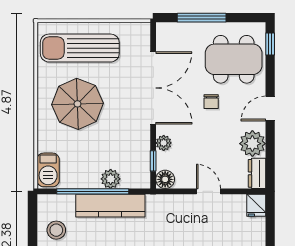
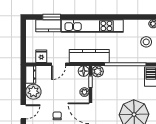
plant: (111, 179) -> (98, 71), moved
door: (209, 191) -> (59, 64), hinge flipped
fridge: (256, 205) -> (41, 56), moved
kitchen counter: (110, 206) -> (89, 56), moved

